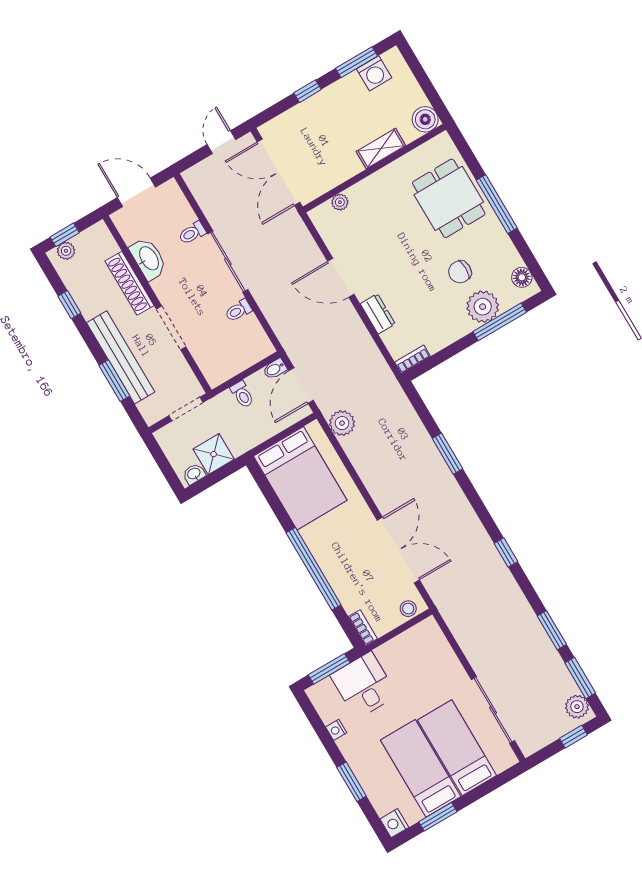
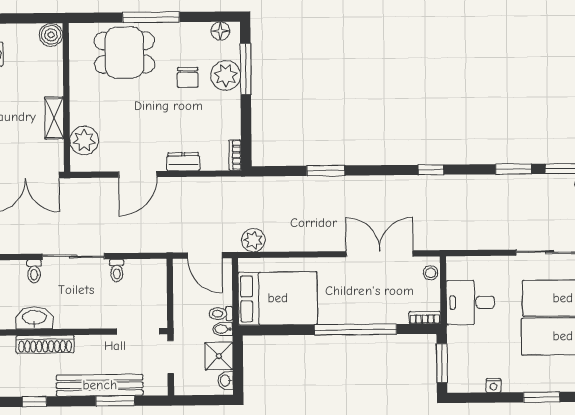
shelving: (381, 148) -> (54, 118), moved
plant: (340, 202) -> (84, 140), width x1.88, depth x1.88
doorway: (171, 328) -> (138, 331), moved
bidet: (275, 369) -> (223, 329), moved, turned 90
toilet: (242, 394) -> (221, 314), moved, turned 180
desk: (364, 685) -> (470, 302), moved

